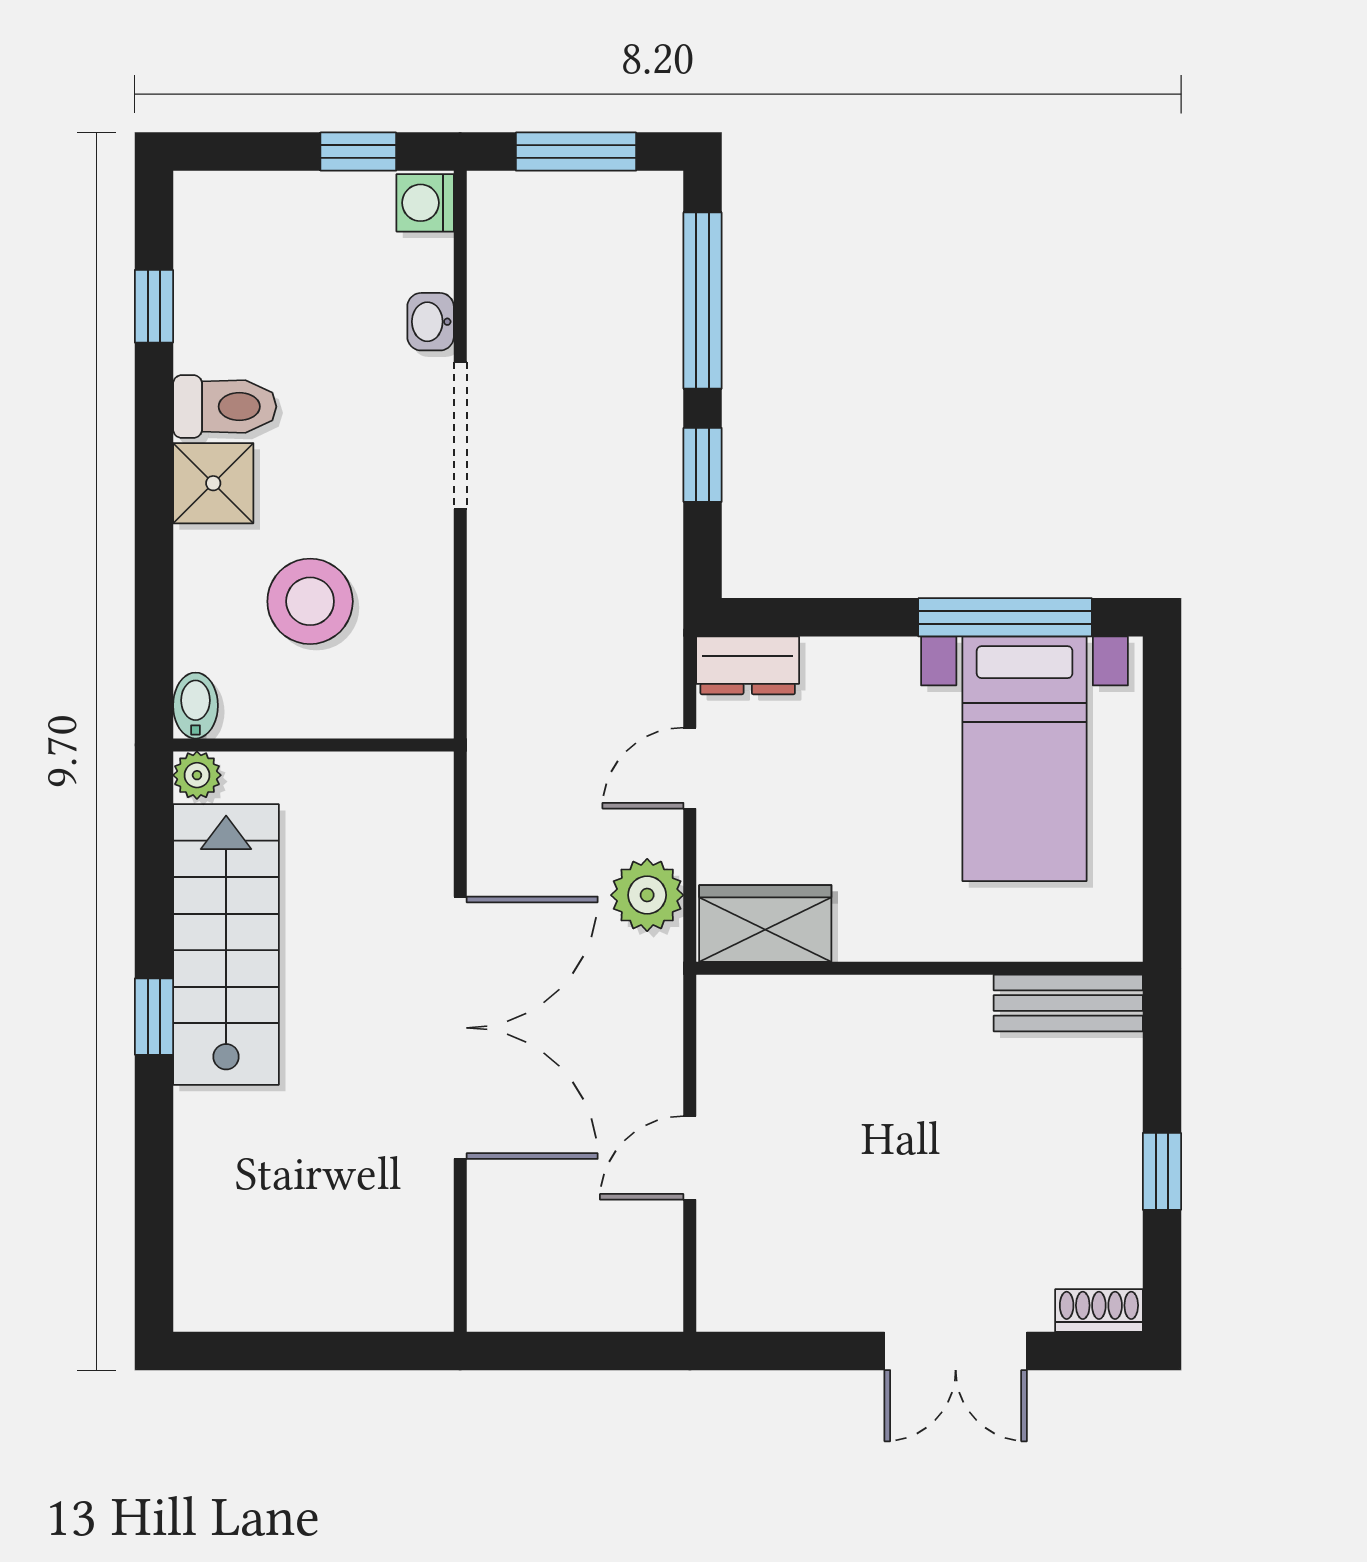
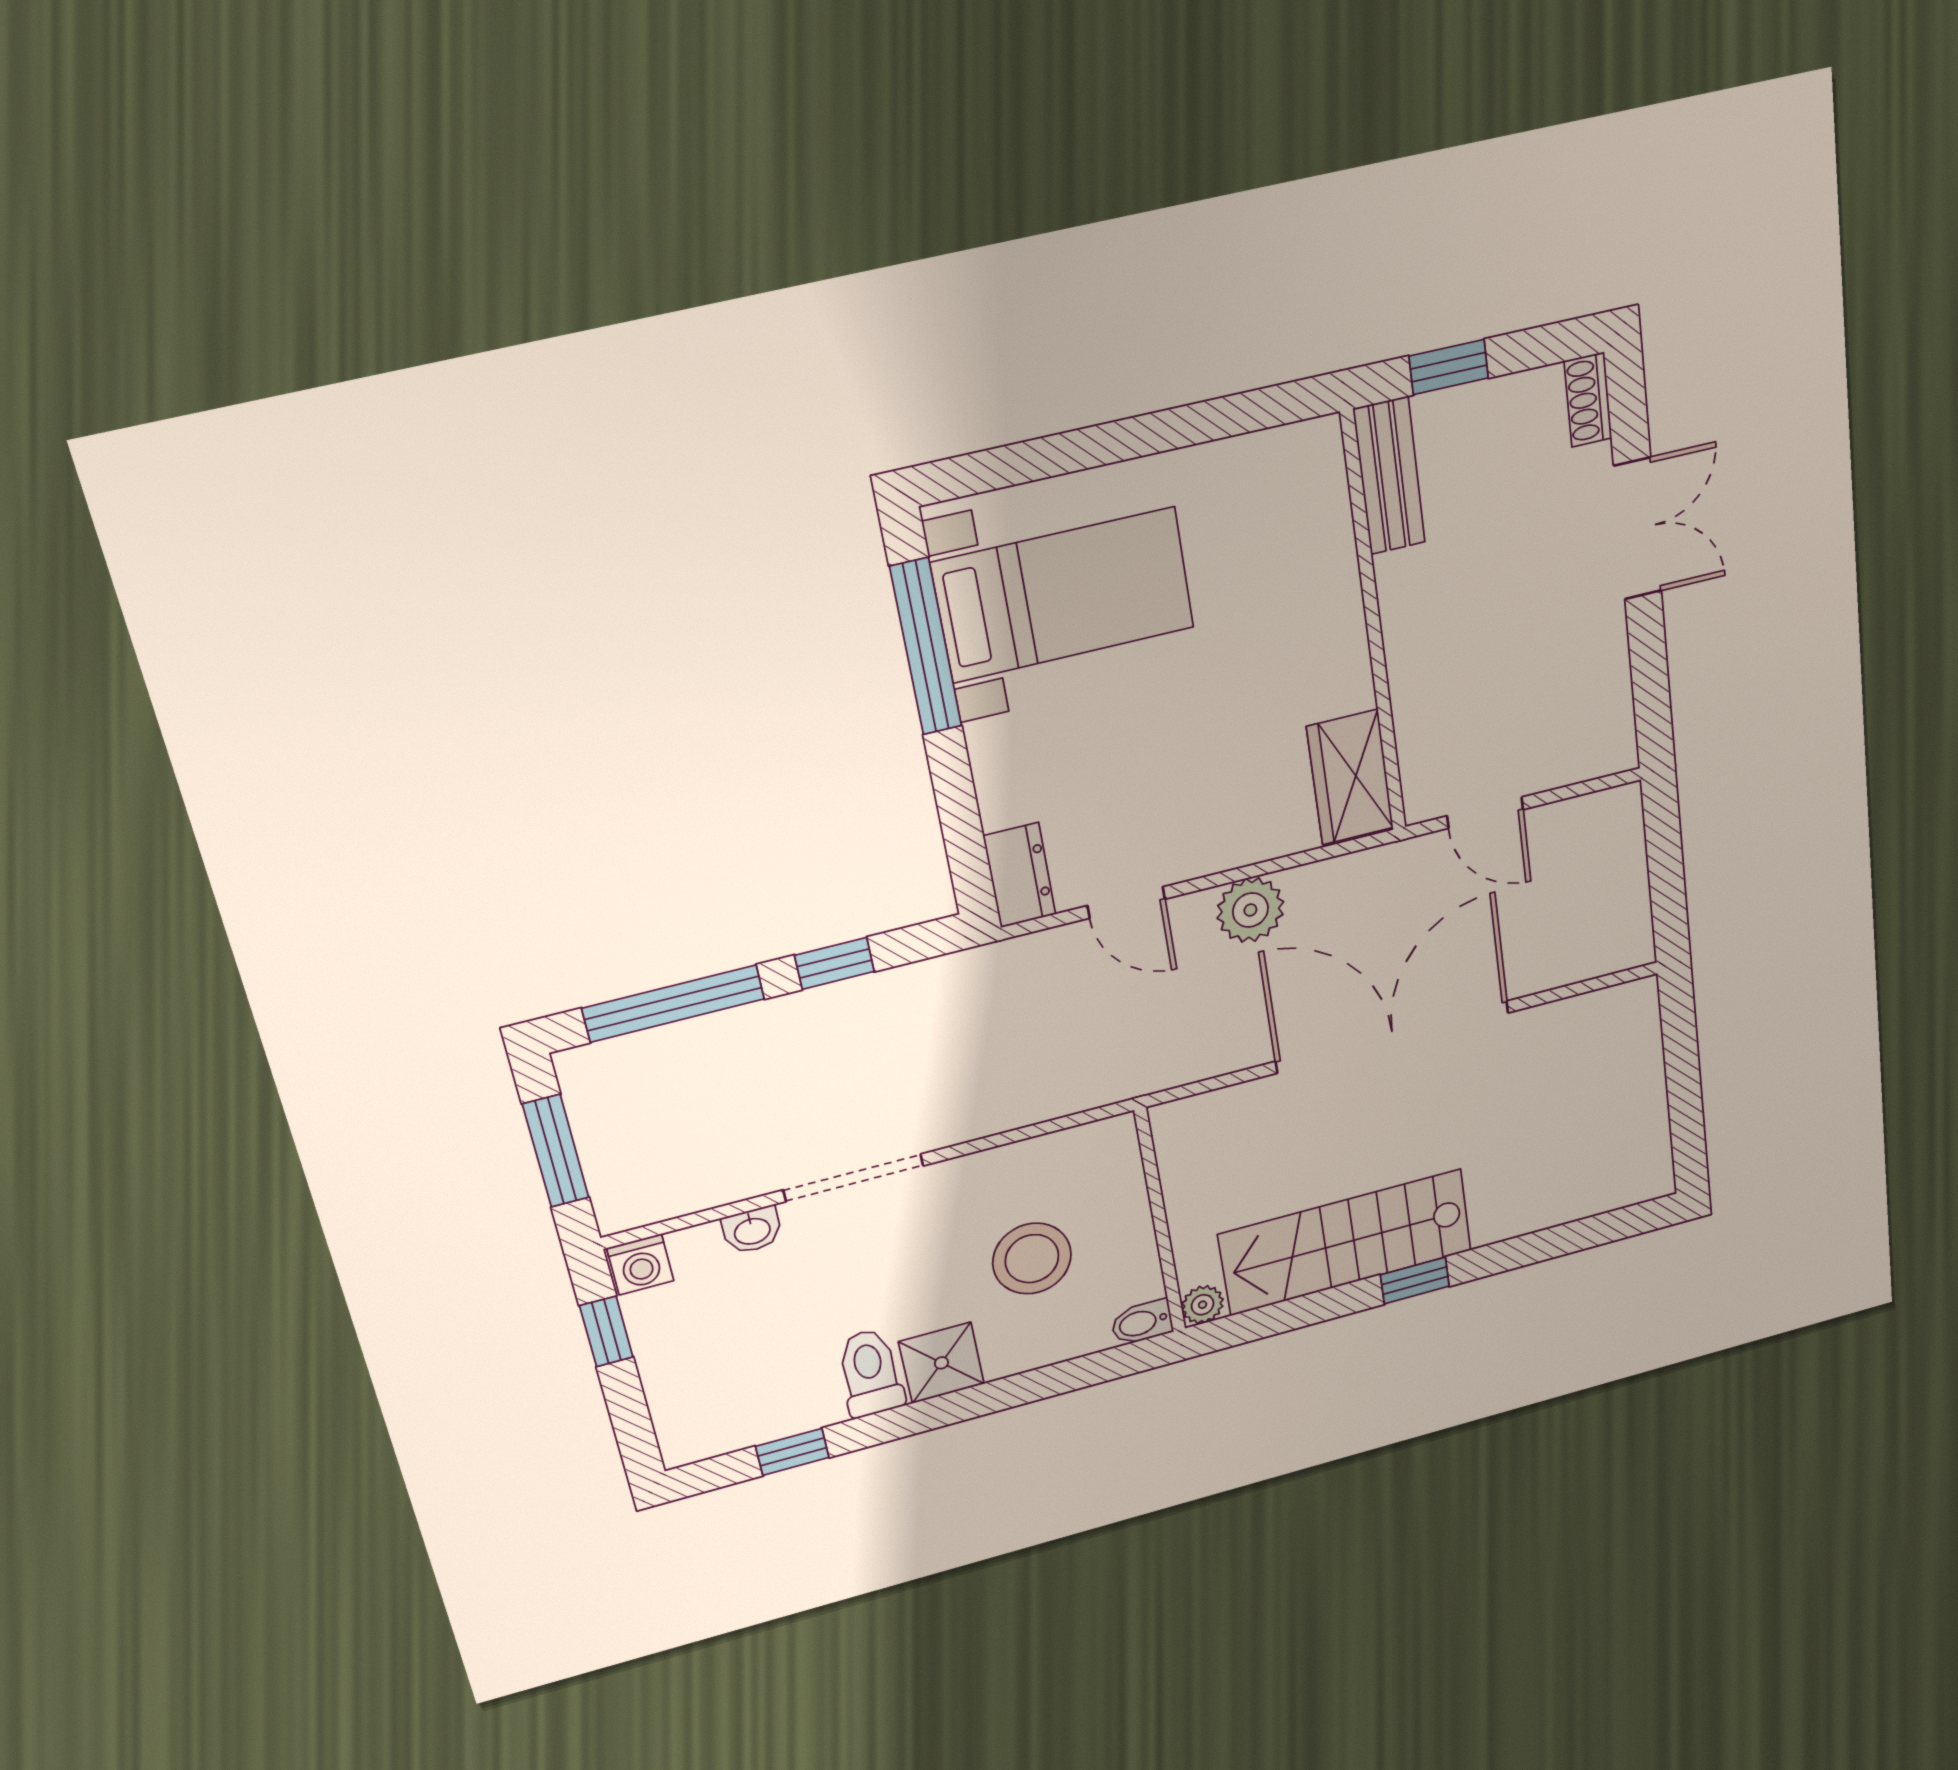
wardrobe: (765, 923) -> (1350, 777), moved
wall: (920, 968) -> (1374, 626), moved
bench: (1068, 1003) -> (1389, 476), moved

